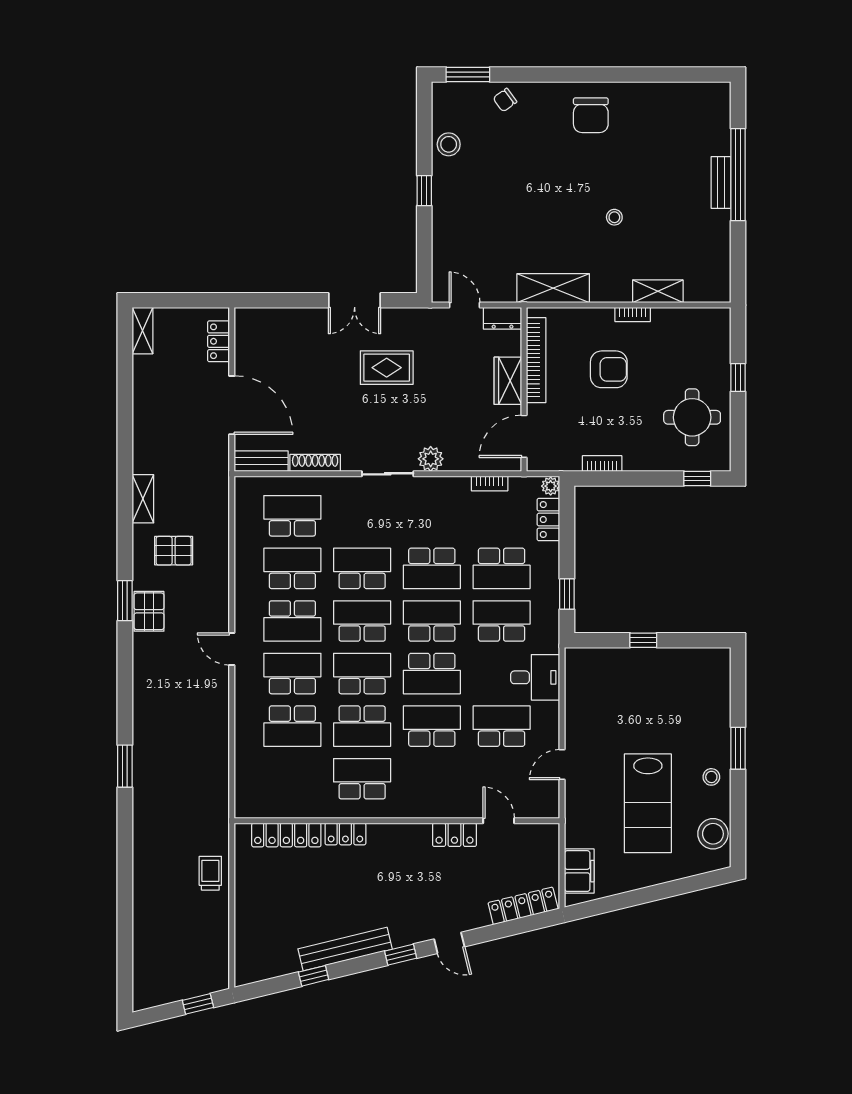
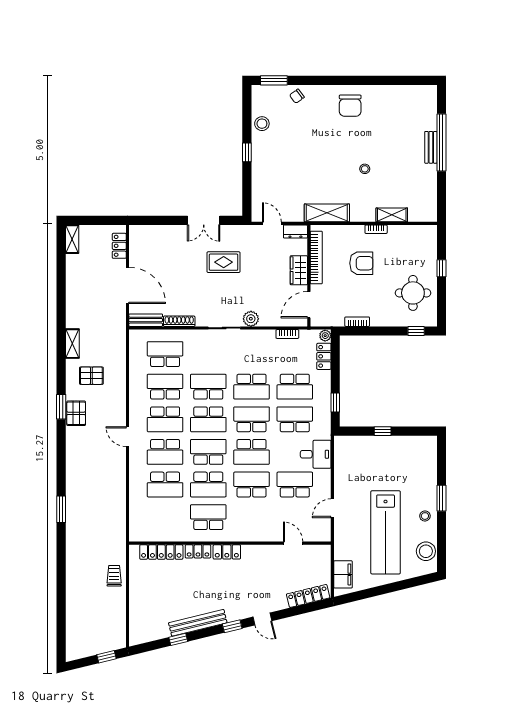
school desk: (362, 621) -> (208, 419), turned 180
school desk: (292, 674) -> (165, 452), turned 180
lab bench: (648, 803) -> (386, 532), width x1.36
locker: (454, 835) -> (227, 552), moved

